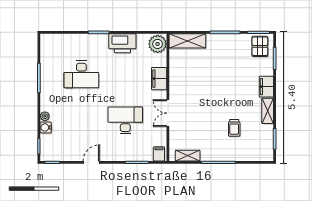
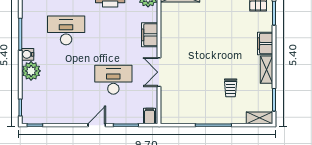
desk: (81, 74) -> (66, 30), turned 180
plant: (45, 116) -> (31, 71), width x1.88, depth x1.88
water cooler: (46, 127) -> (28, 54), moved
shelving: (188, 156) -> (260, 118), moved
door: (91, 162) -> (97, 125), moved

